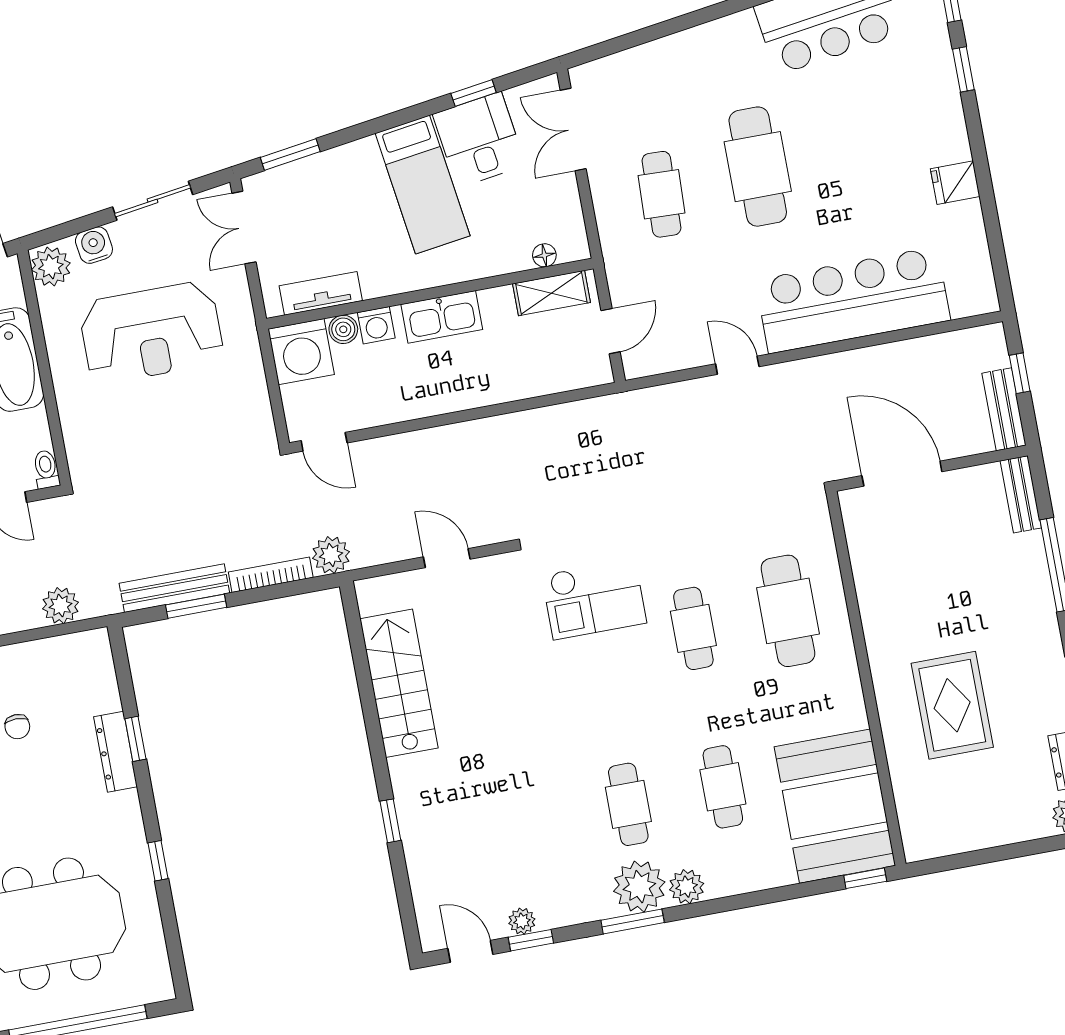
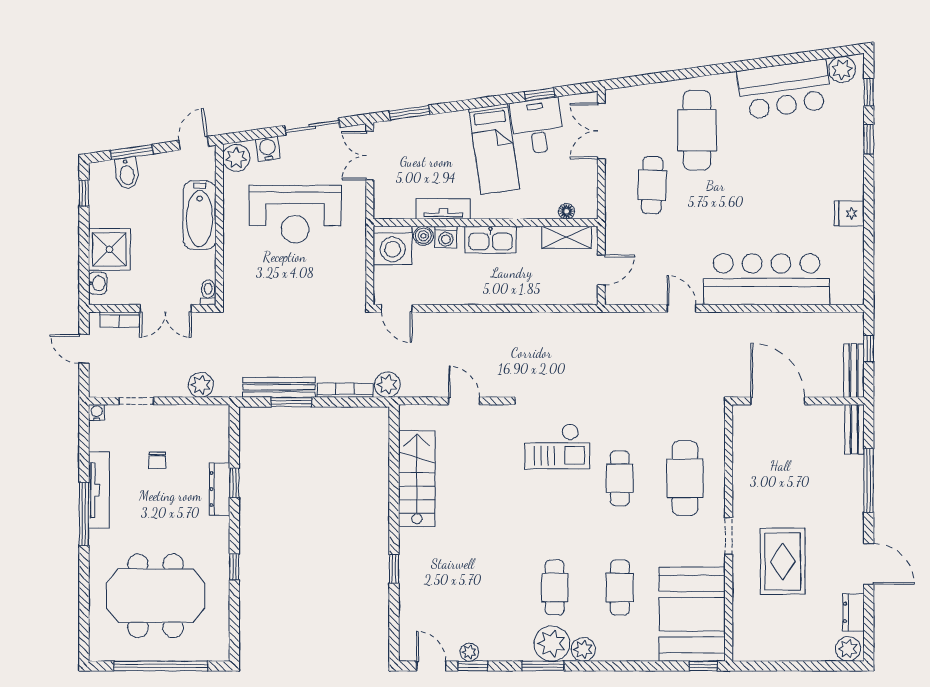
cafe table: (758, 167) -> (697, 130), moved
tv unit: (321, 293) -> (443, 209), moved
doorway: (867, 683) -> (729, 536), added

